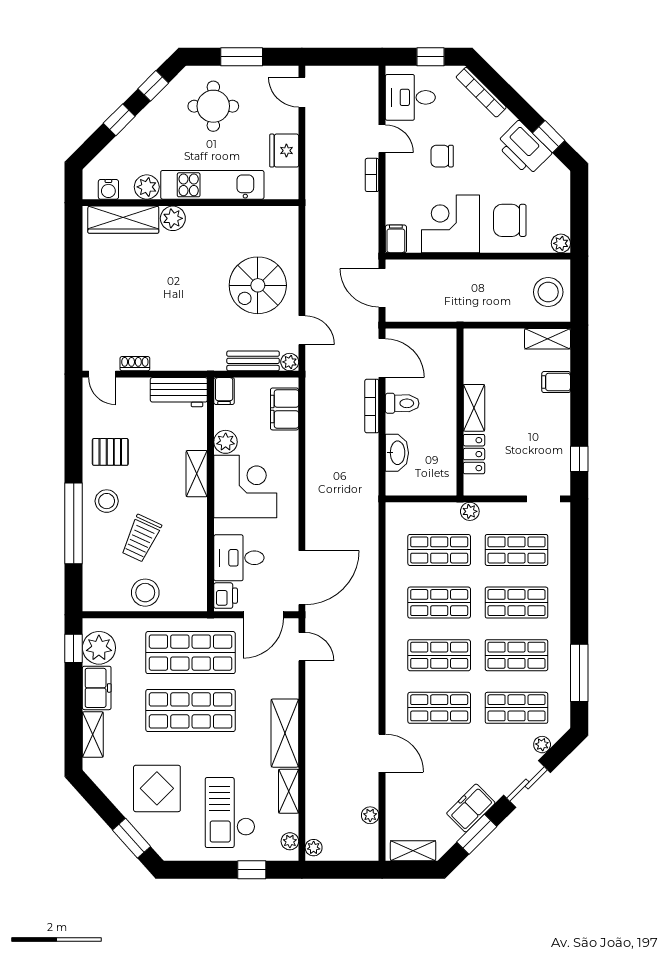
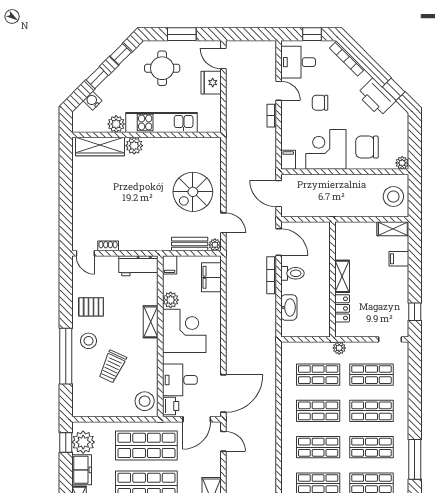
fridge: (284, 151) -> (211, 83), moved
water cooler: (108, 189) -> (93, 101), moved, turned 135
stool: (145, 593) -> (145, 401), moved

